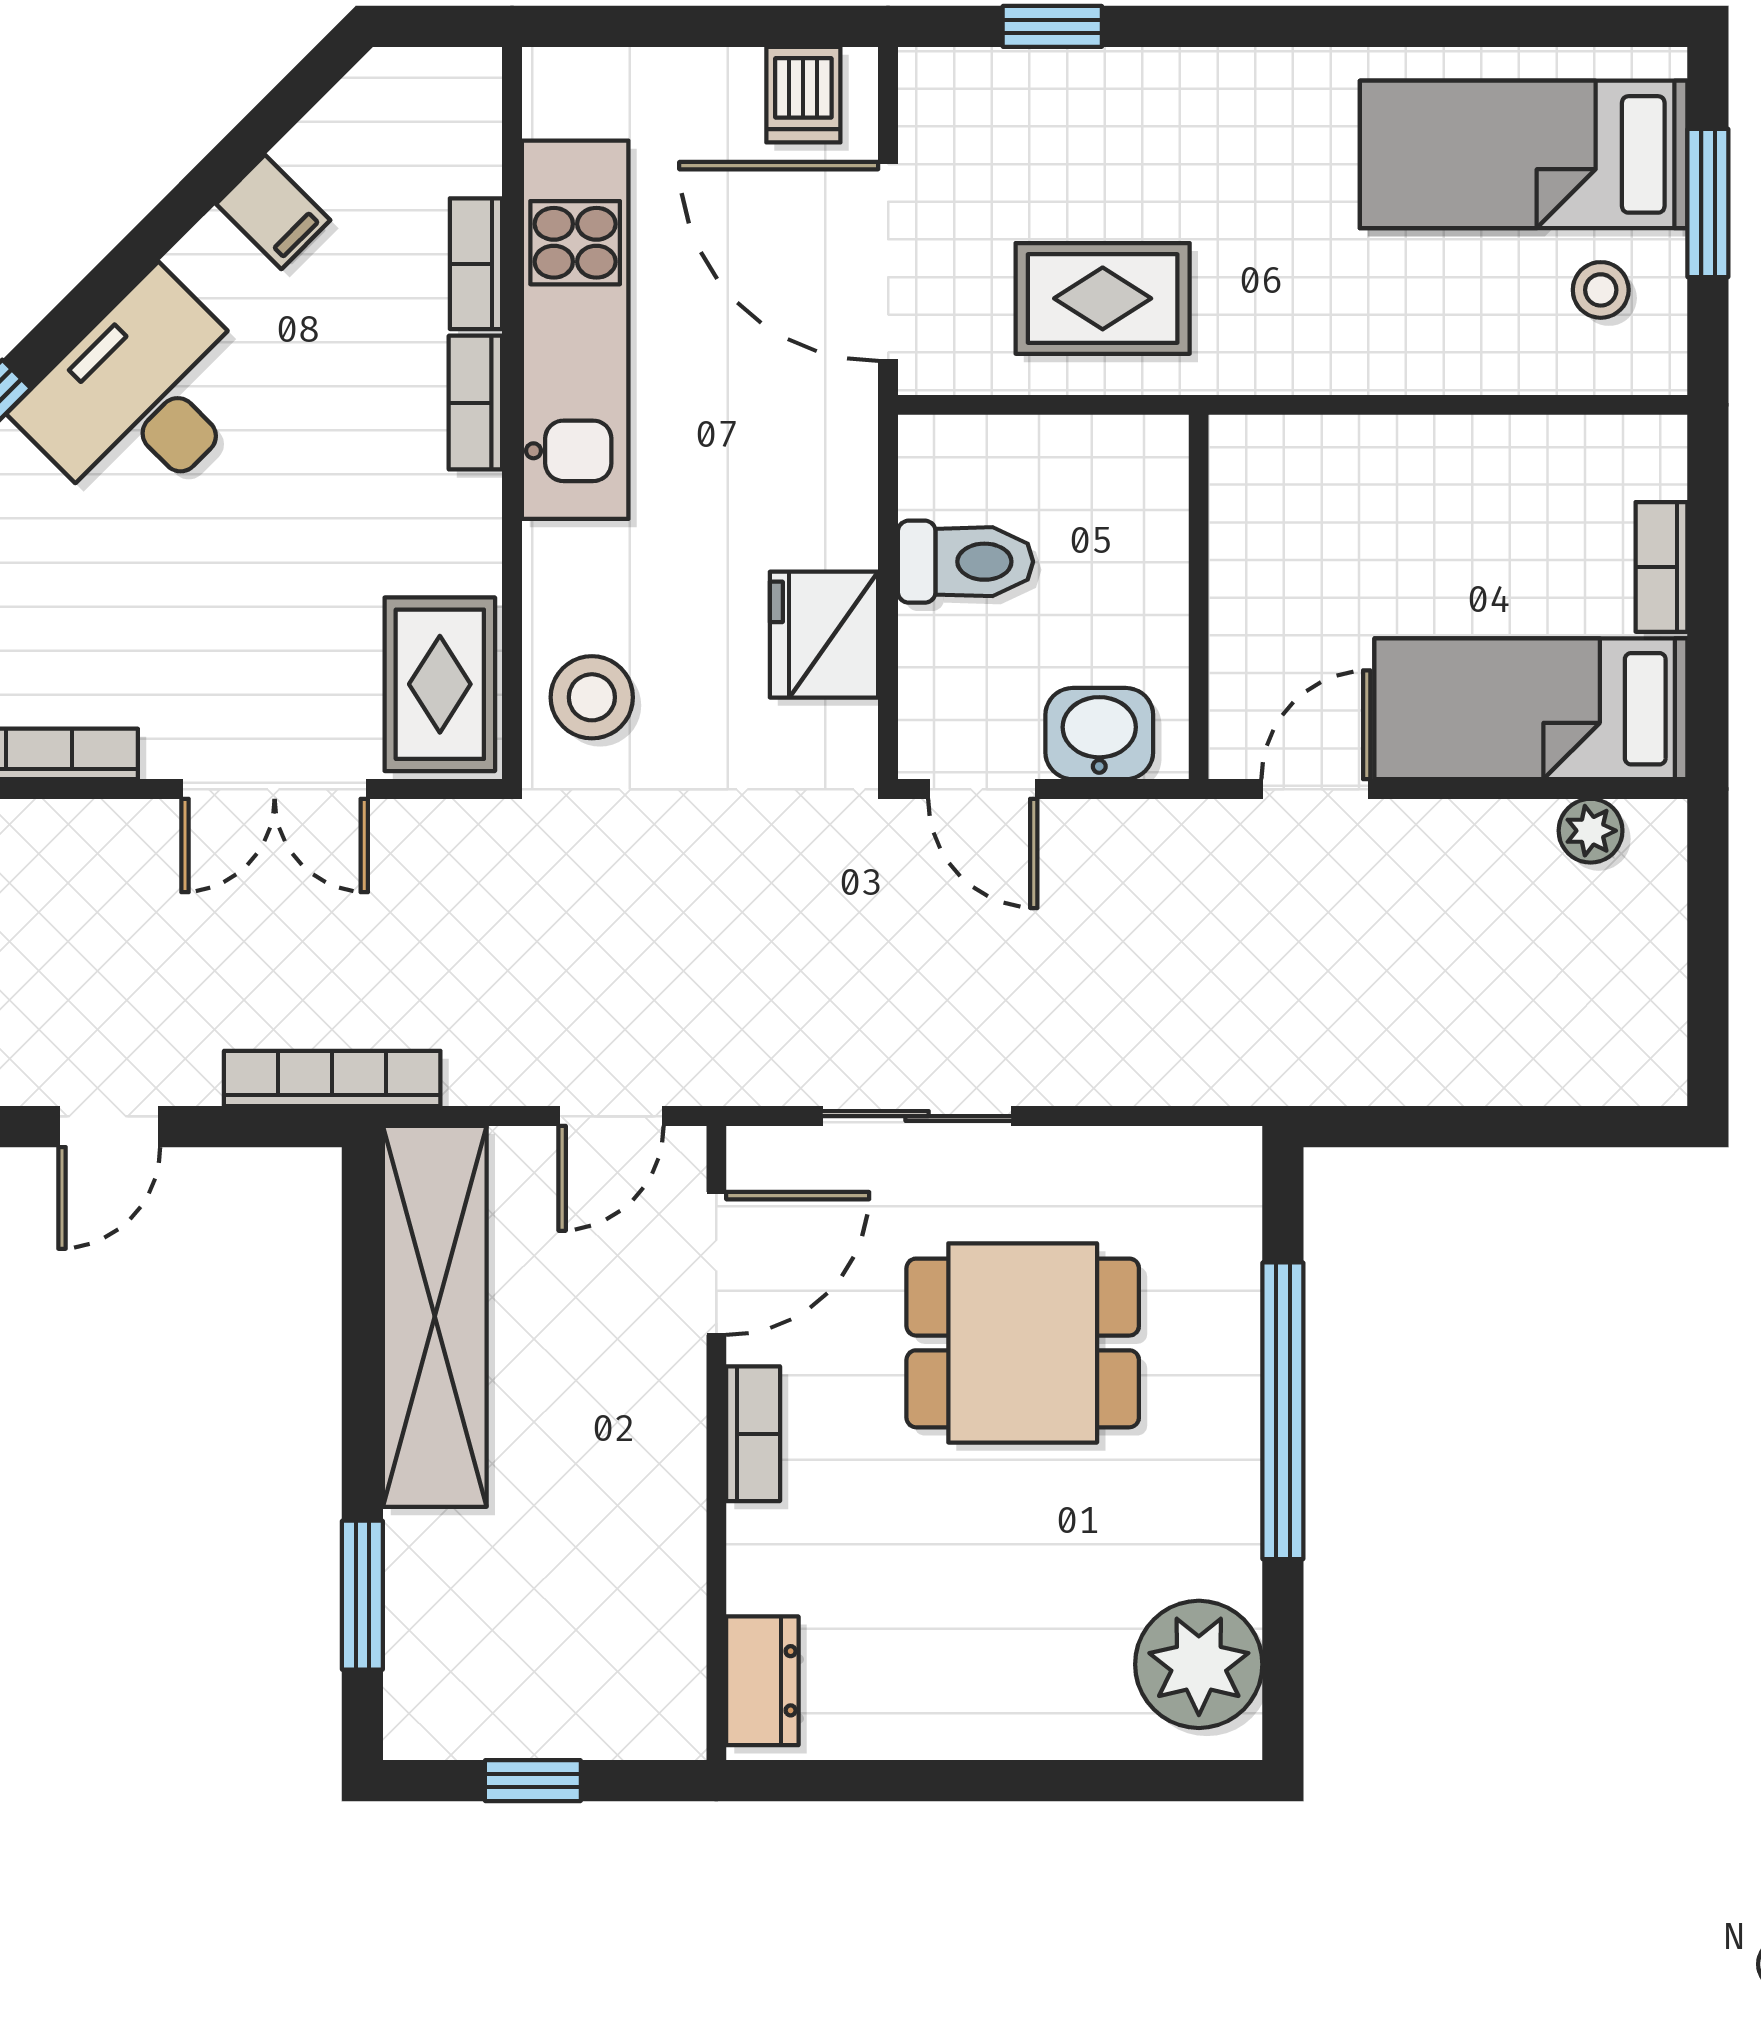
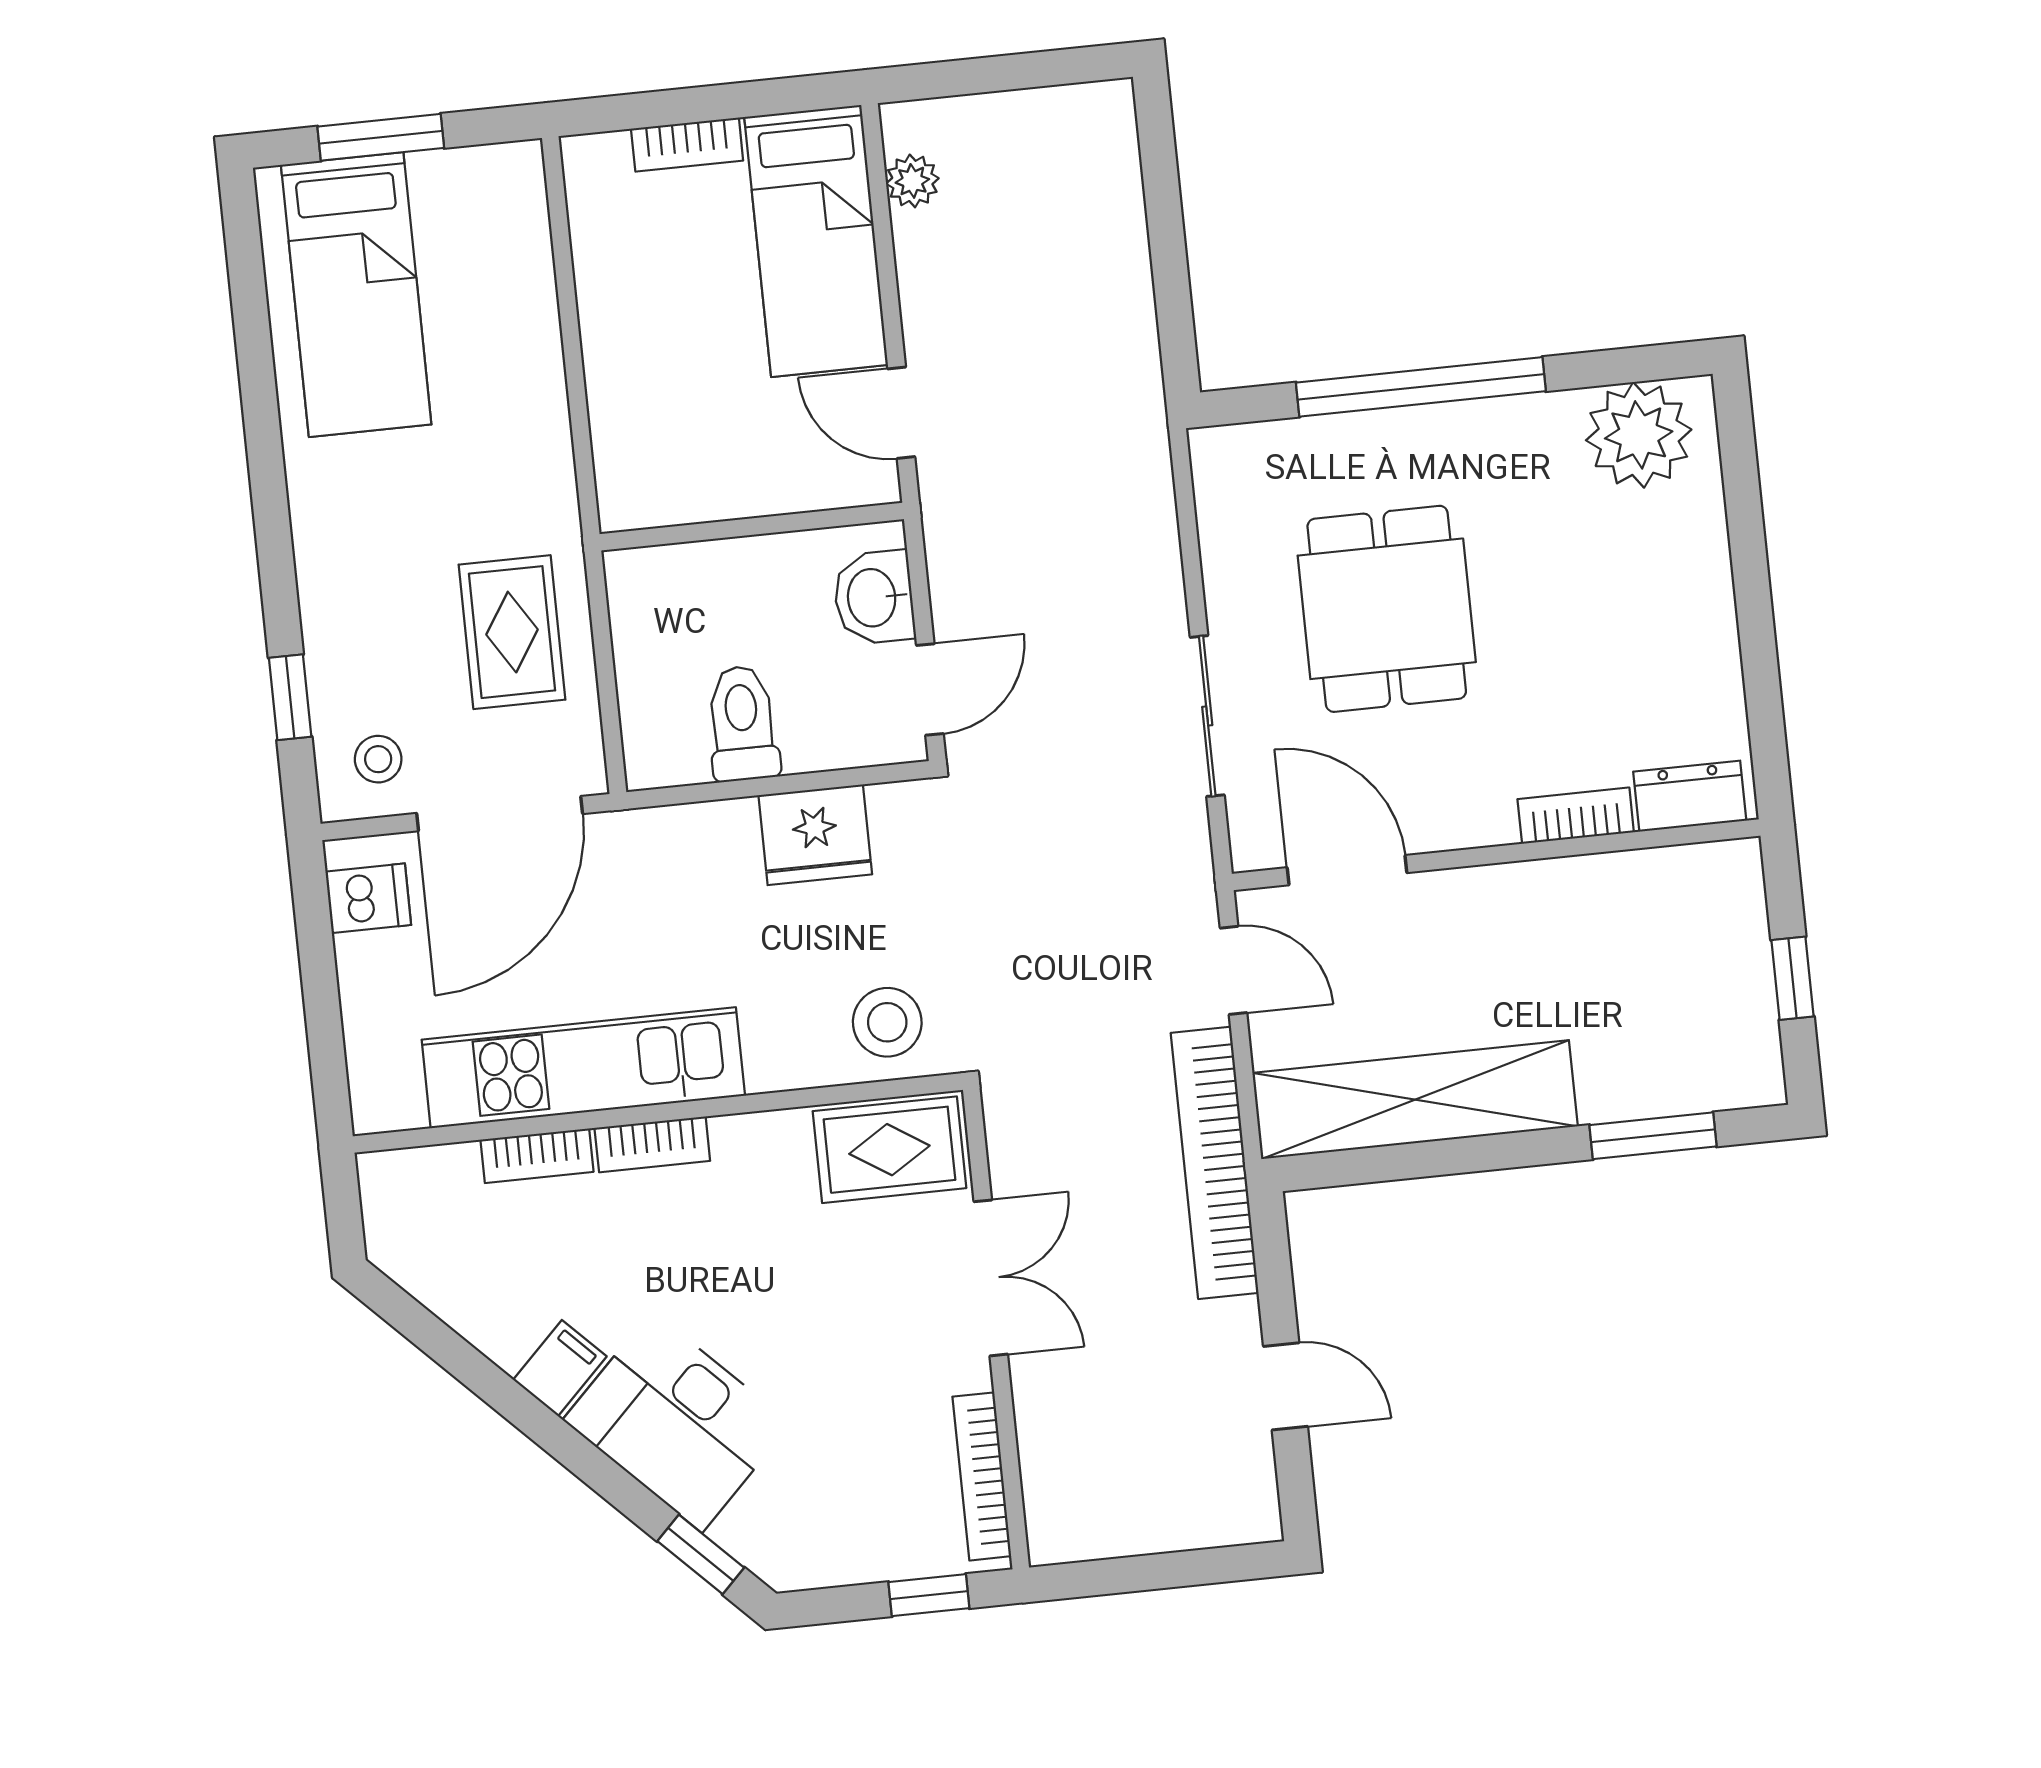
filing cabinet: (273, 212) -> (560, 1368), moved
stool: (1601, 290) -> (378, 759), moved
bookcase: (332, 1078) -> (1215, 1163), width x1.48, depth x1.31
bookcase: (753, 1434) -> (1576, 816), moved

